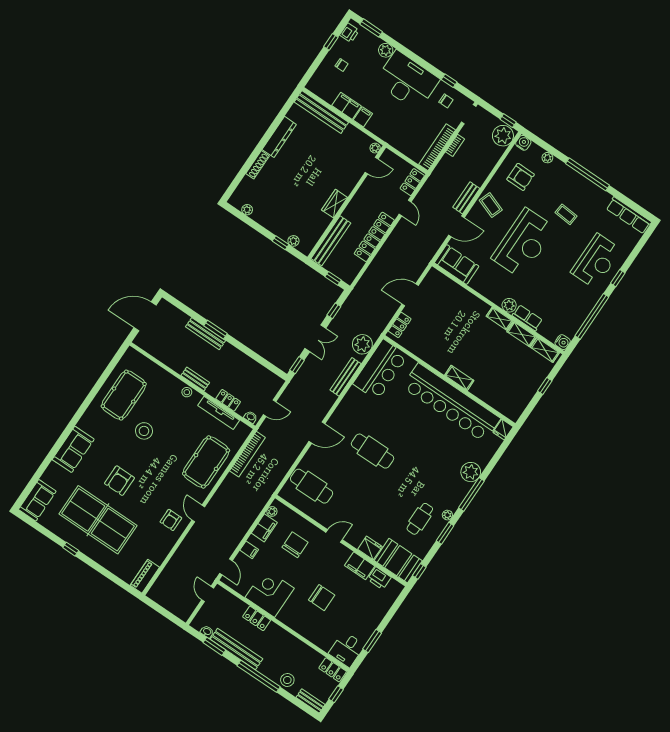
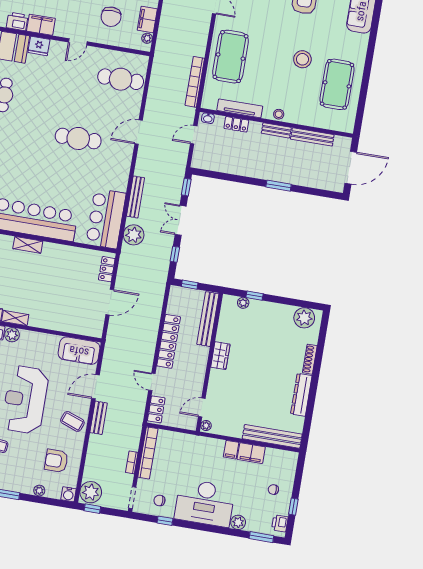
plant: (247, 210) -> (304, 318), width x1.87, depth x1.87
bench: (206, 334) -> (312, 137), moved

